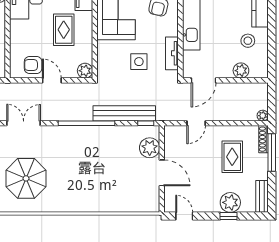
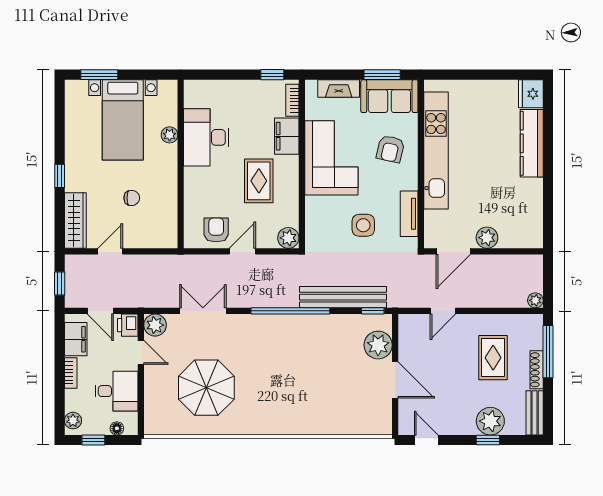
stool: (248, 41) -> (515, 196), removed
armchair: (33, 65) -> (216, 230), turned 90
plant: (241, 71) -> (487, 238), moved
door: (52, 80) -> (242, 251), hinge flipped
shoe rack: (264, 139) -> (537, 370), moved

